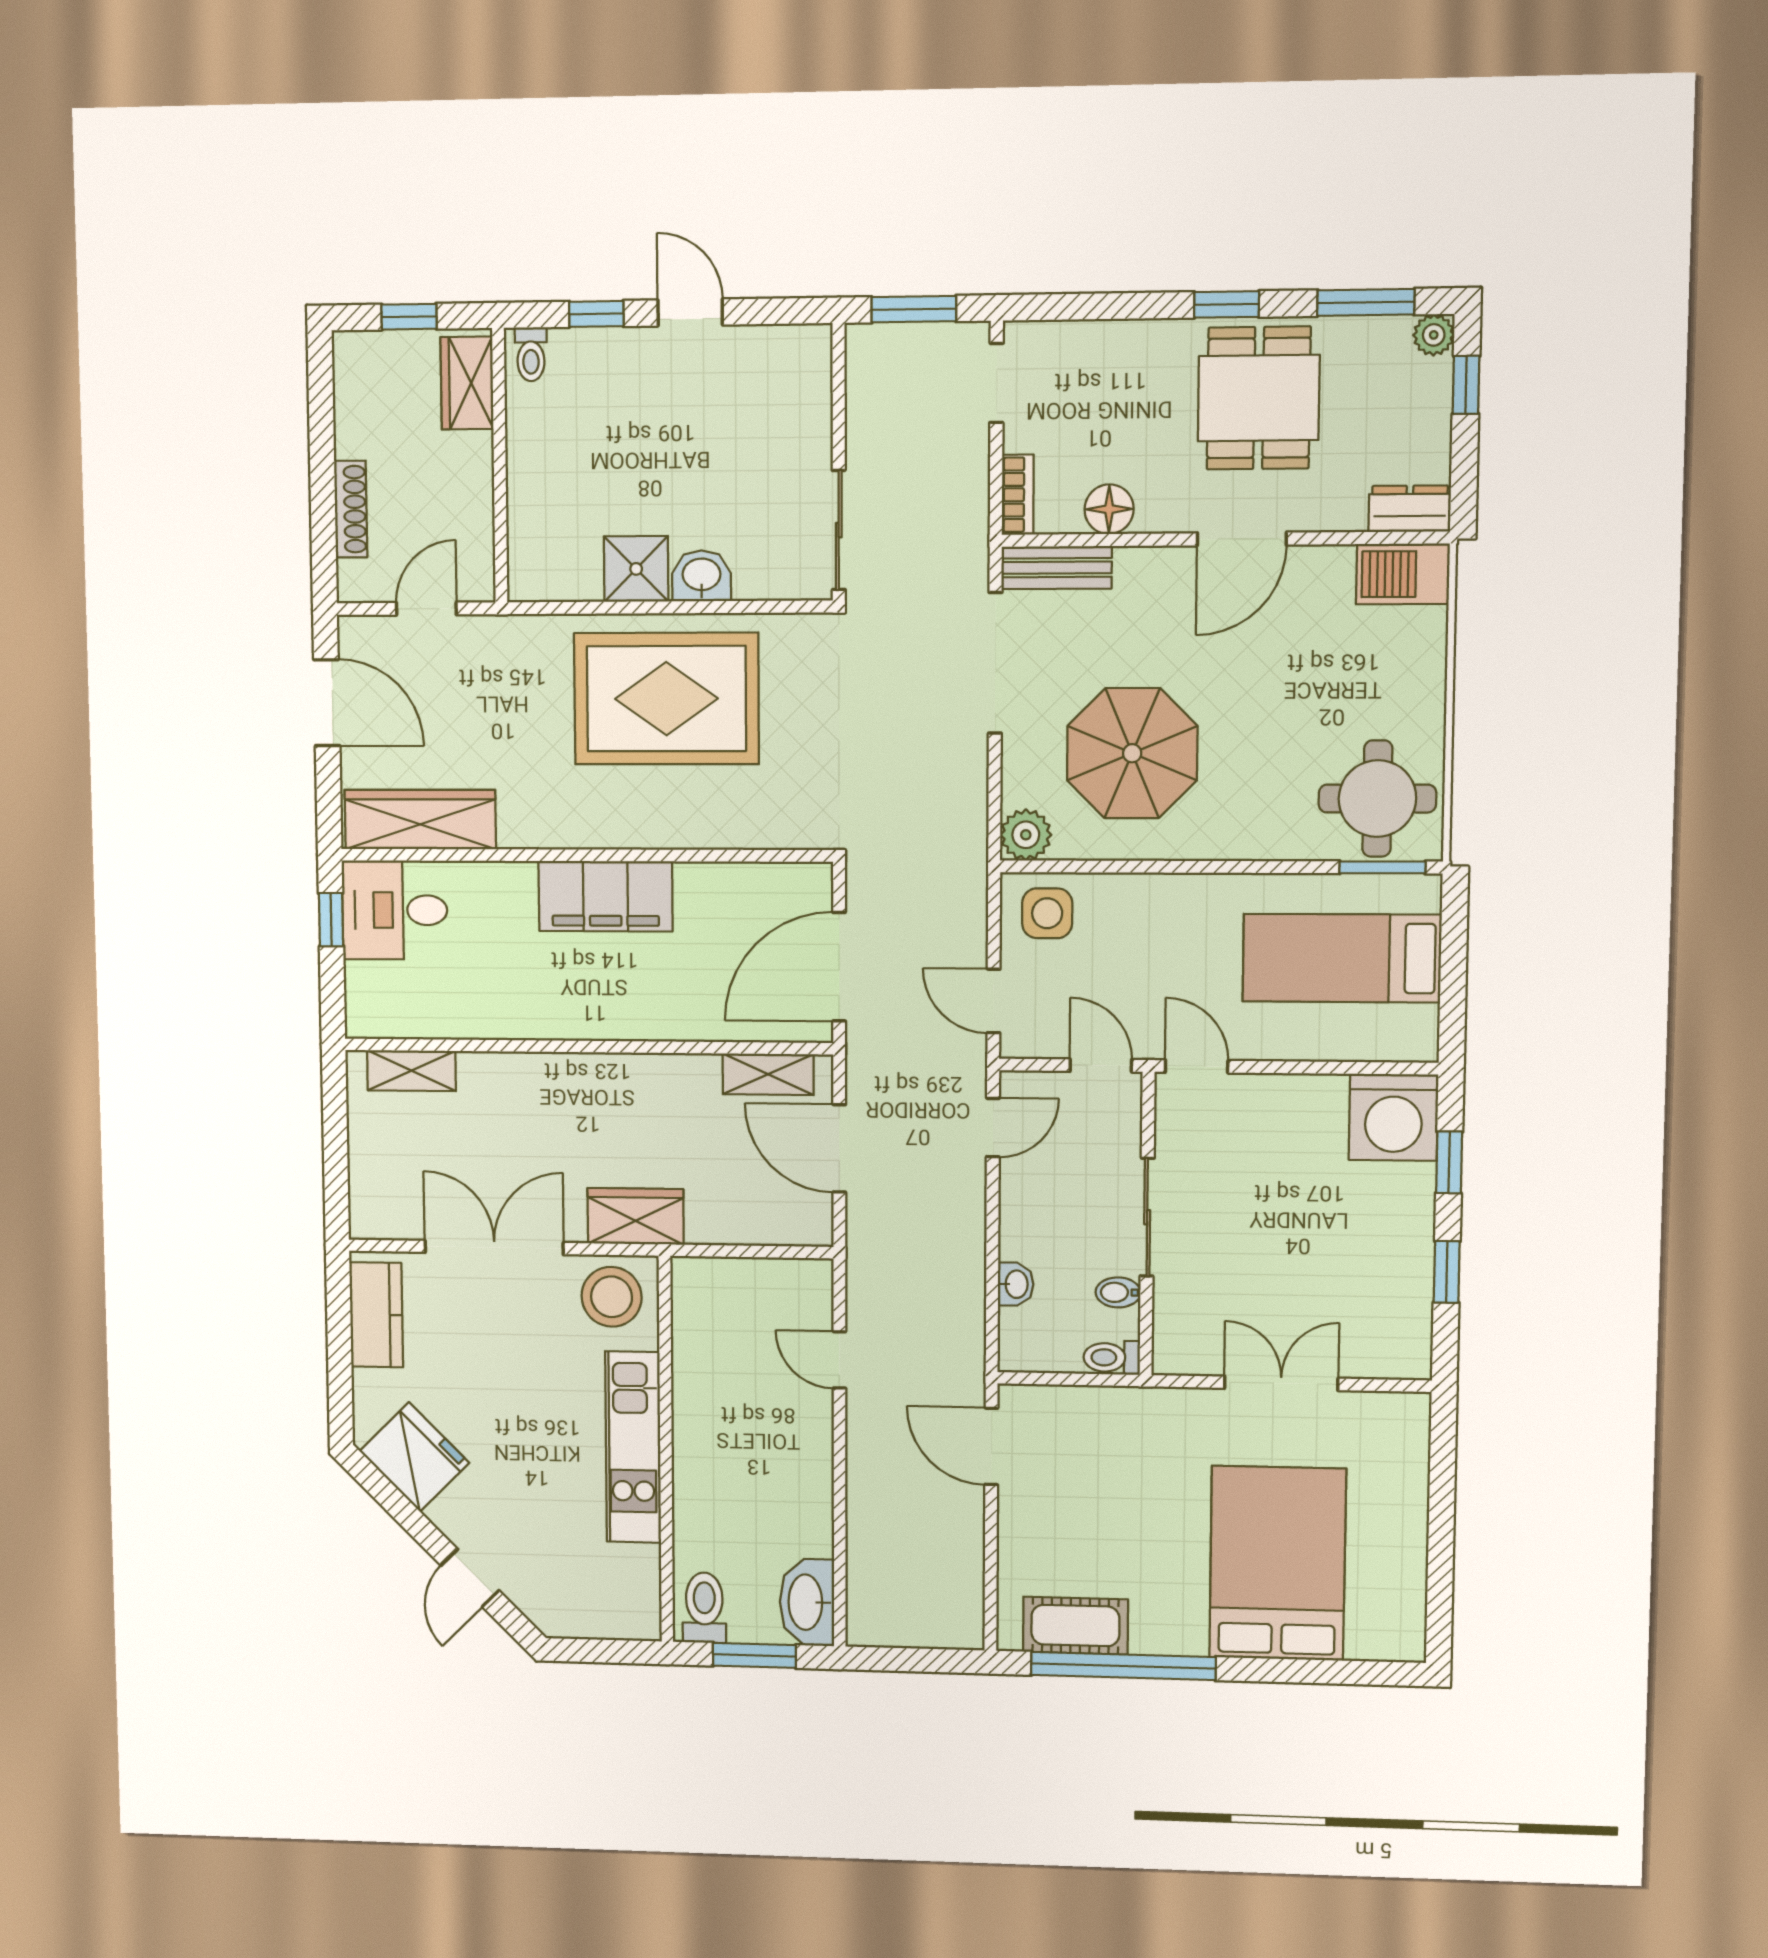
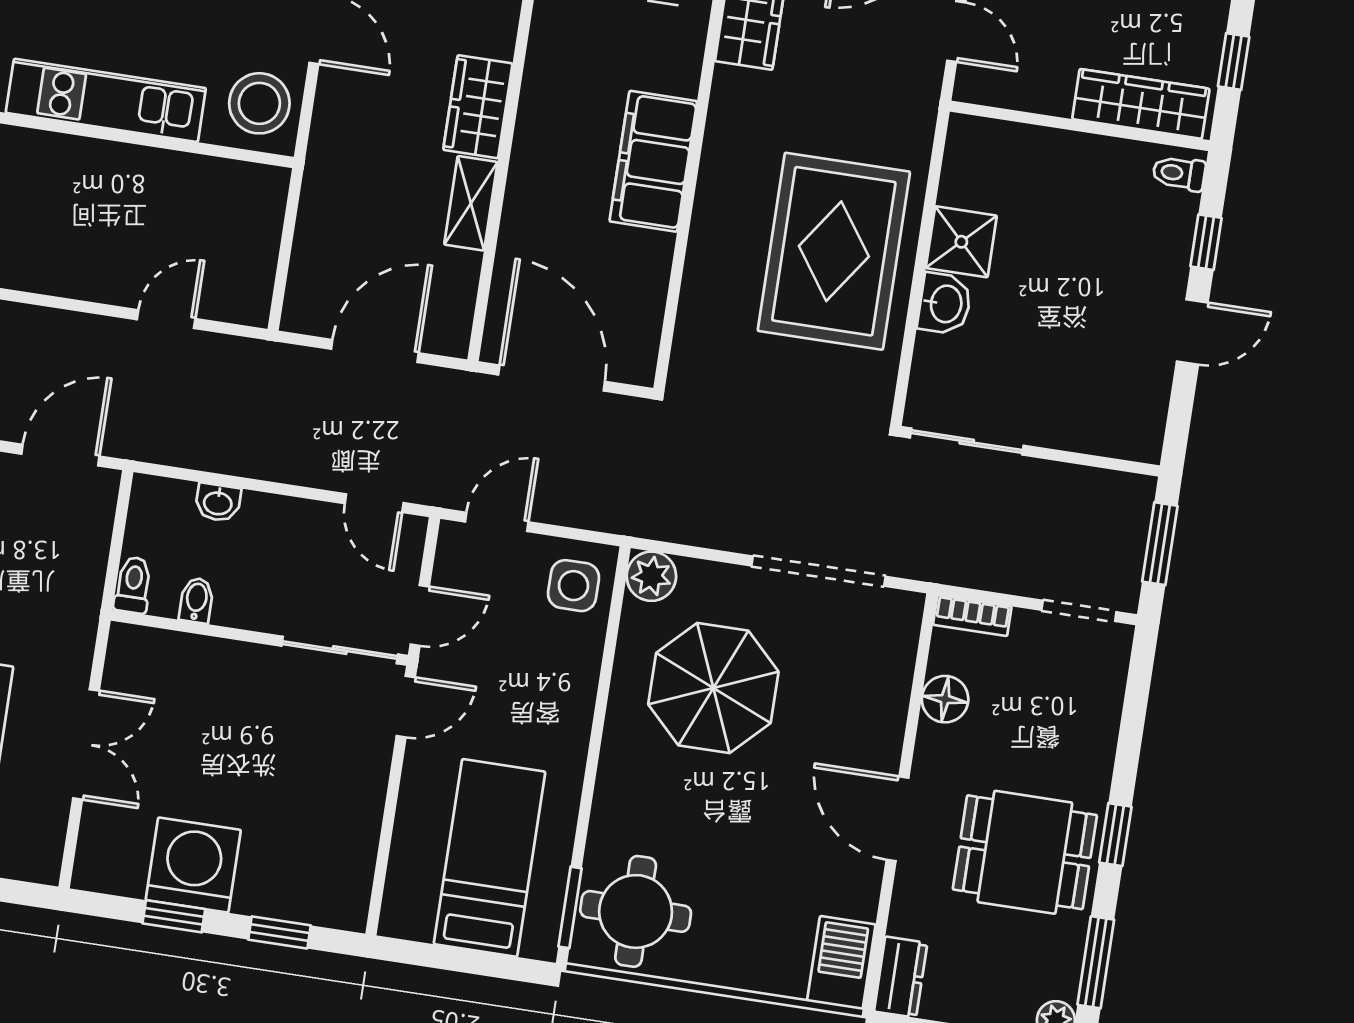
wardrobe: (467, 383) -> (1141, 104), width x1.50
bench: (1057, 568) -> (899, 642), removed
shelving: (768, 1074) -> (471, 203), moved
washing machine: (1393, 1117) -> (193, 865), moved, turned 90
wardrobe: (636, 1216) -> (478, 107), moved, turned 180
sliding door: (1147, 1217) -> (340, 650), moved

